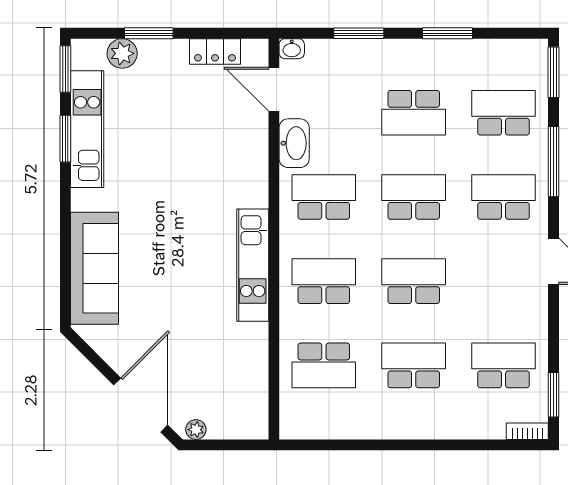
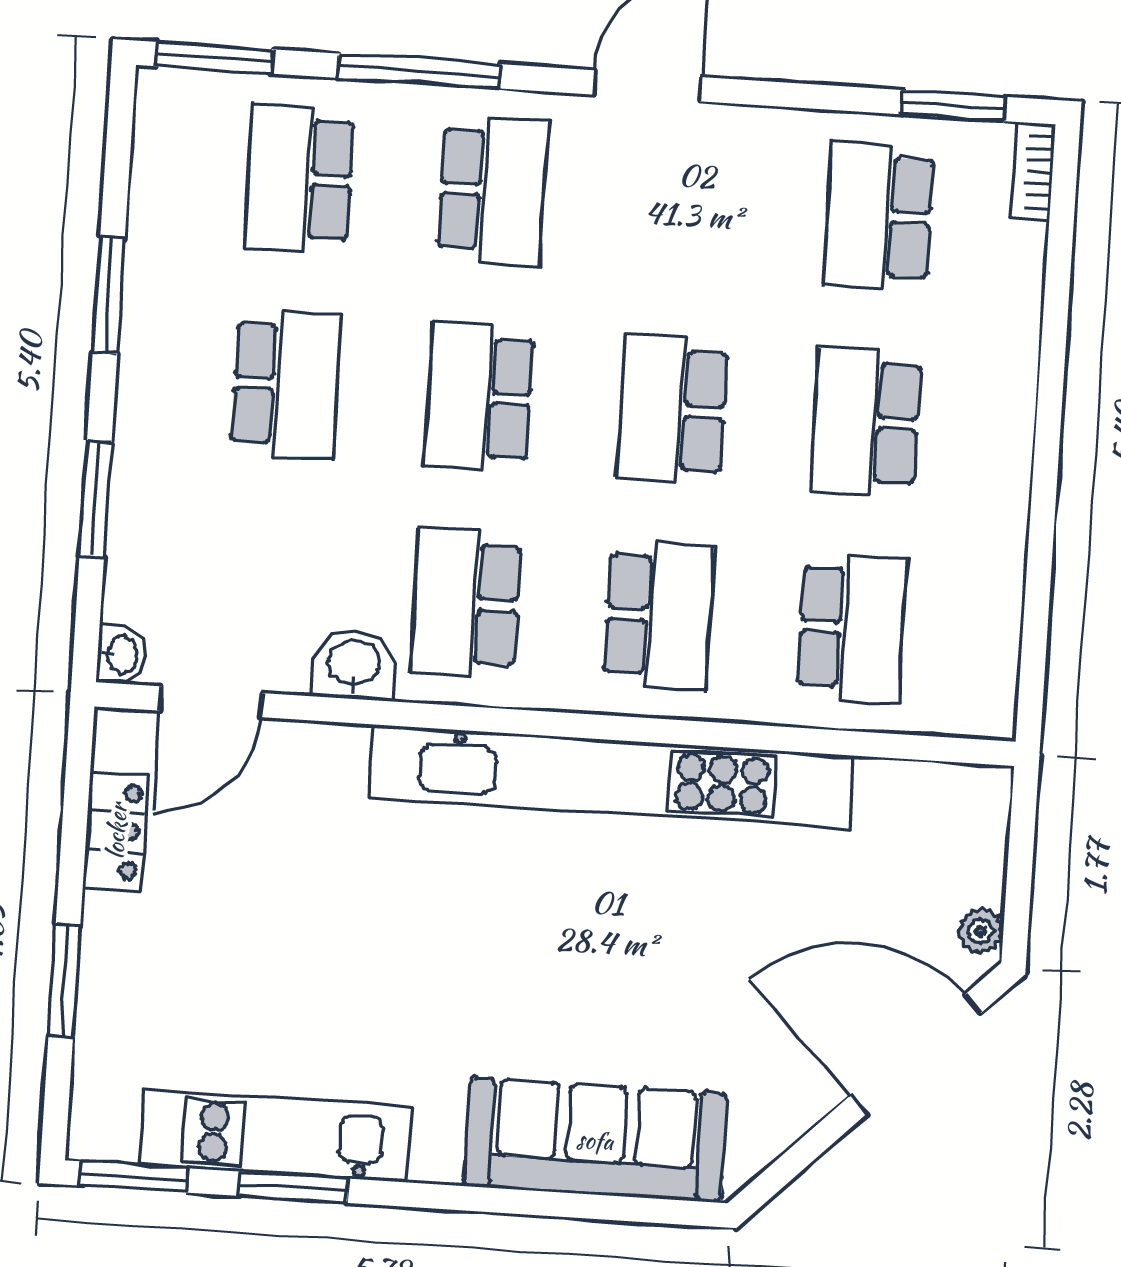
plant: (122, 53) -> (107, 1044), removed
washbasin: (294, 143) -> (354, 664), width x0.72
school desk: (504, 197) -> (492, 191), turned 180
kitchen unit: (253, 265) -> (612, 776), width x1.86
school desk: (324, 281) -> (659, 616), turned 180

